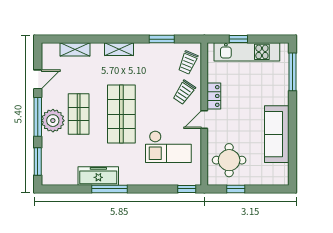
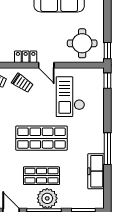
checkout: (168, 147) -> (70, 97), turned 180
freezer: (98, 176) -> (96, 171), moved
window: (236, 189) -> (107, 51), moved

